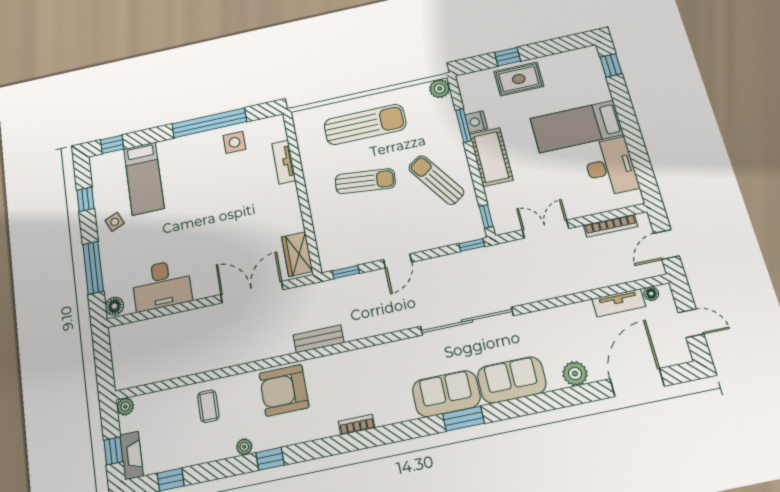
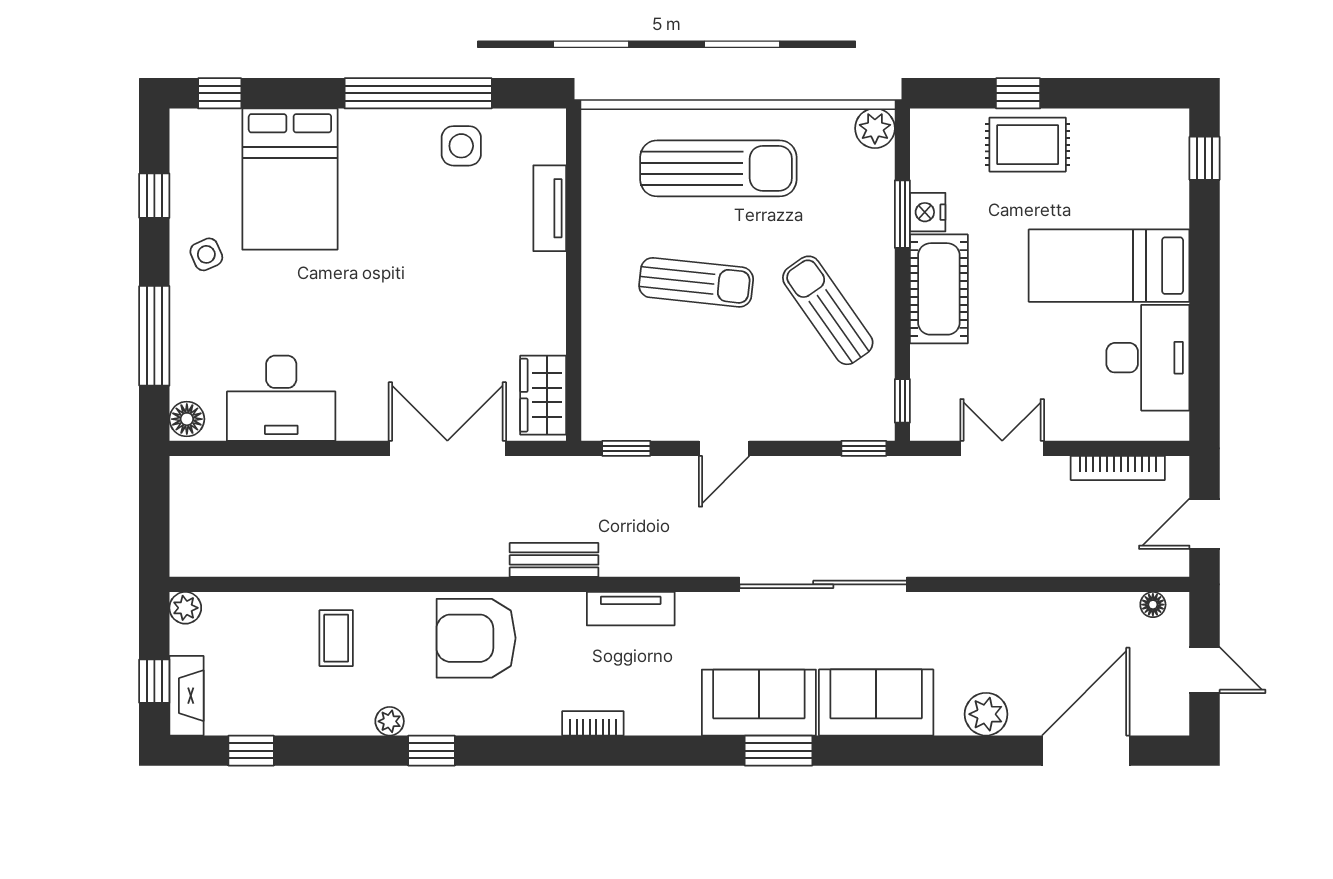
bed: (144, 178) -> (290, 179), width x1.50
tv unit: (619, 303) -> (631, 609), moved

